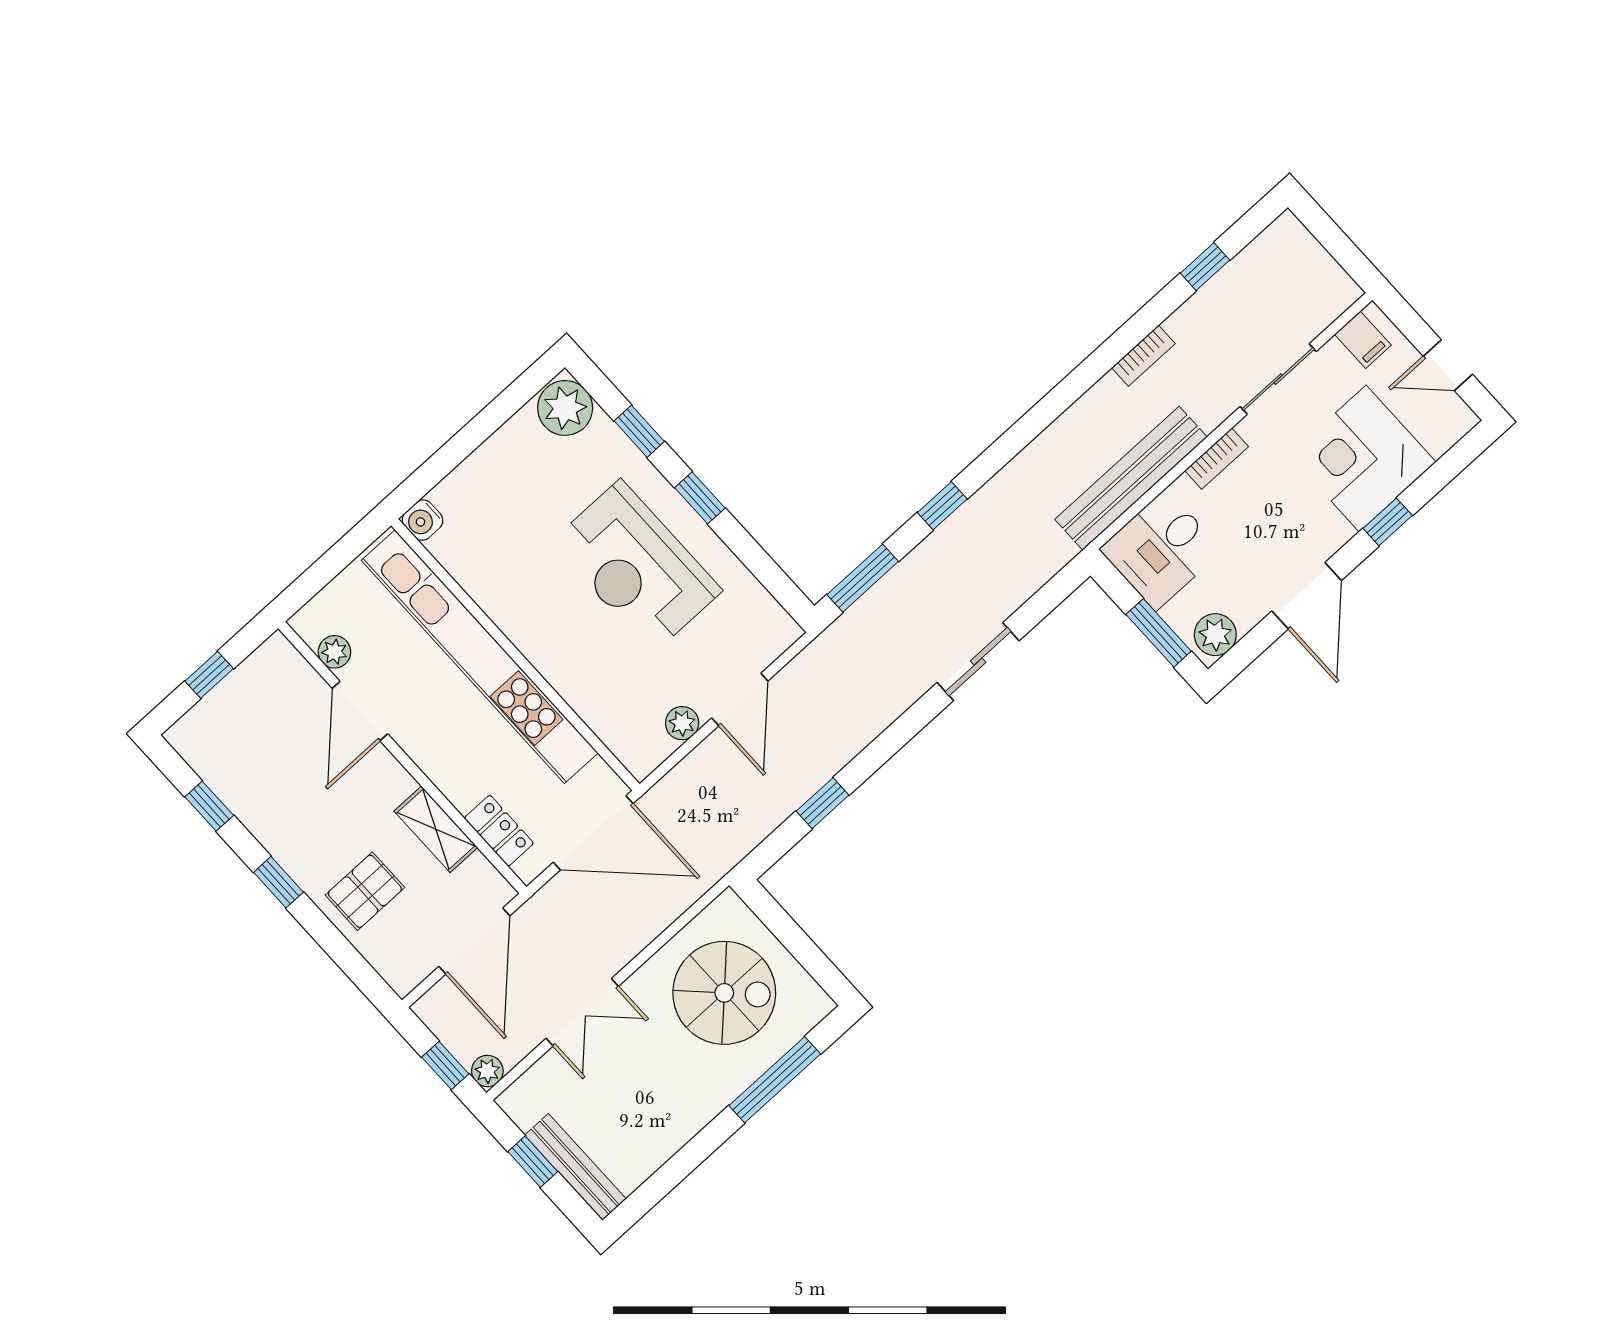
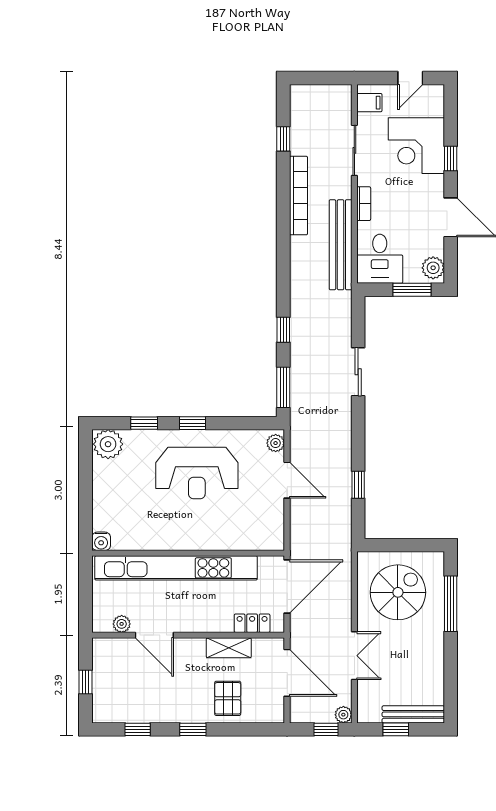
bookcase: (1143, 356) -> (298, 196), width x2.31, depth x1.31
plant: (682, 723) -> (276, 443), moved

